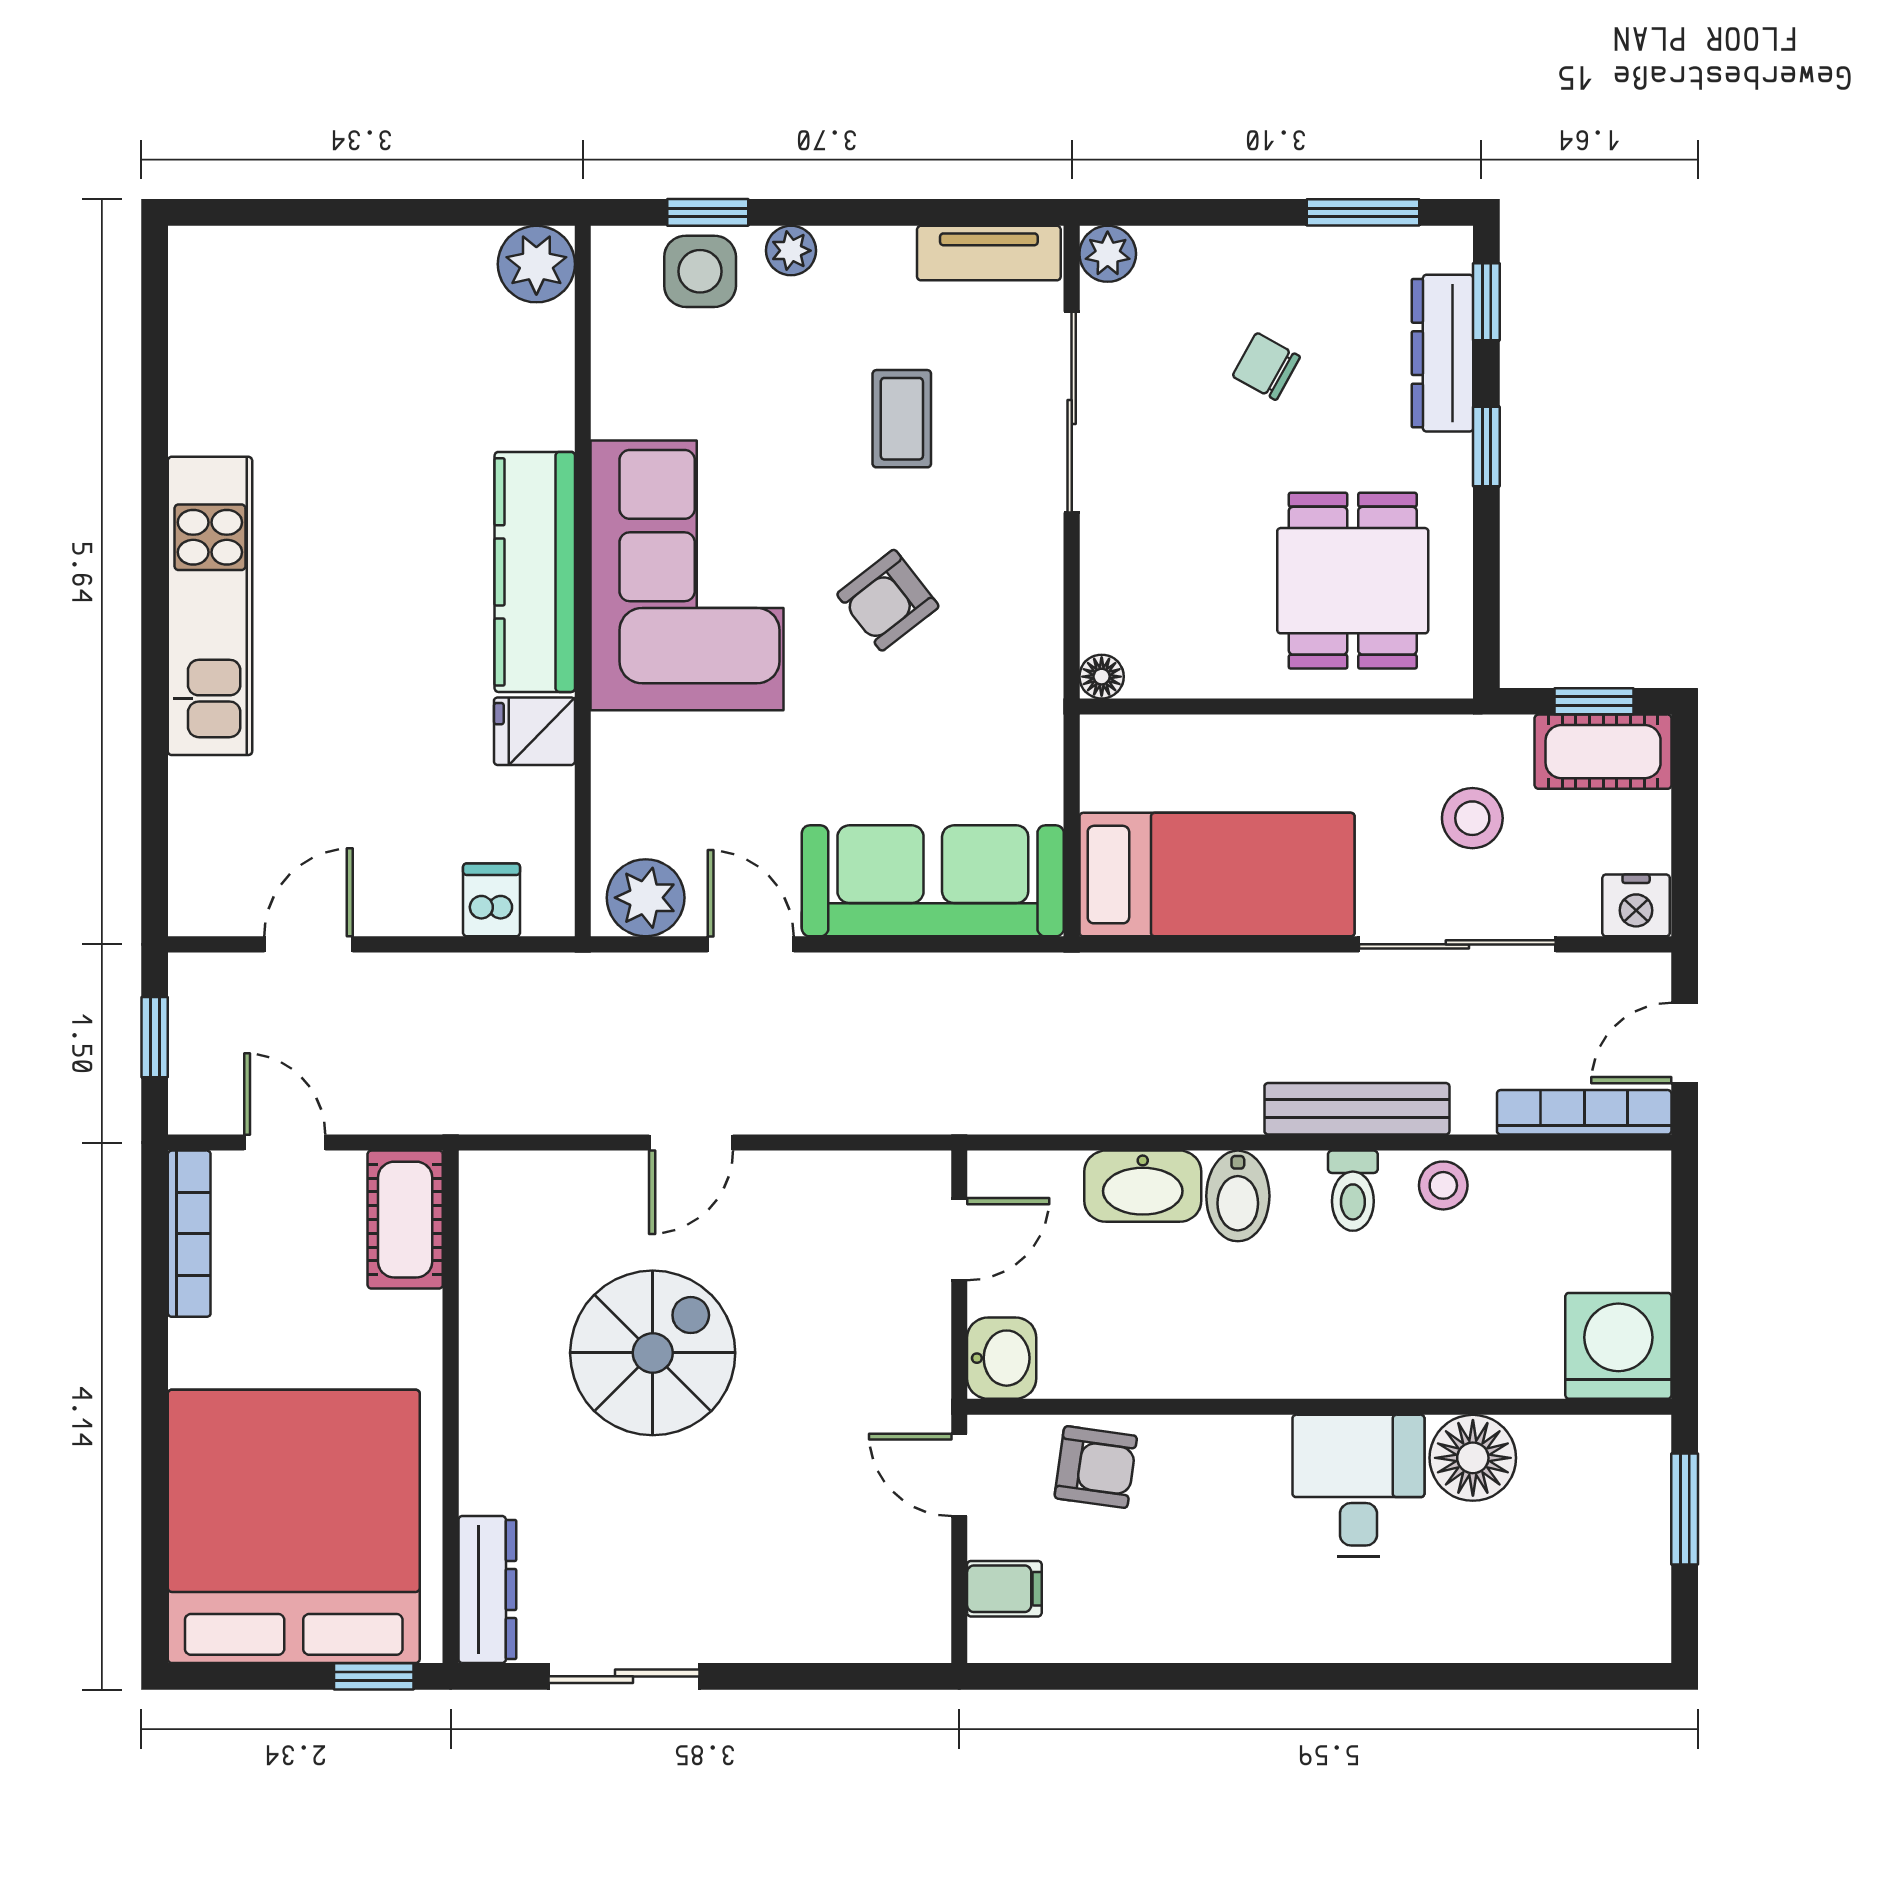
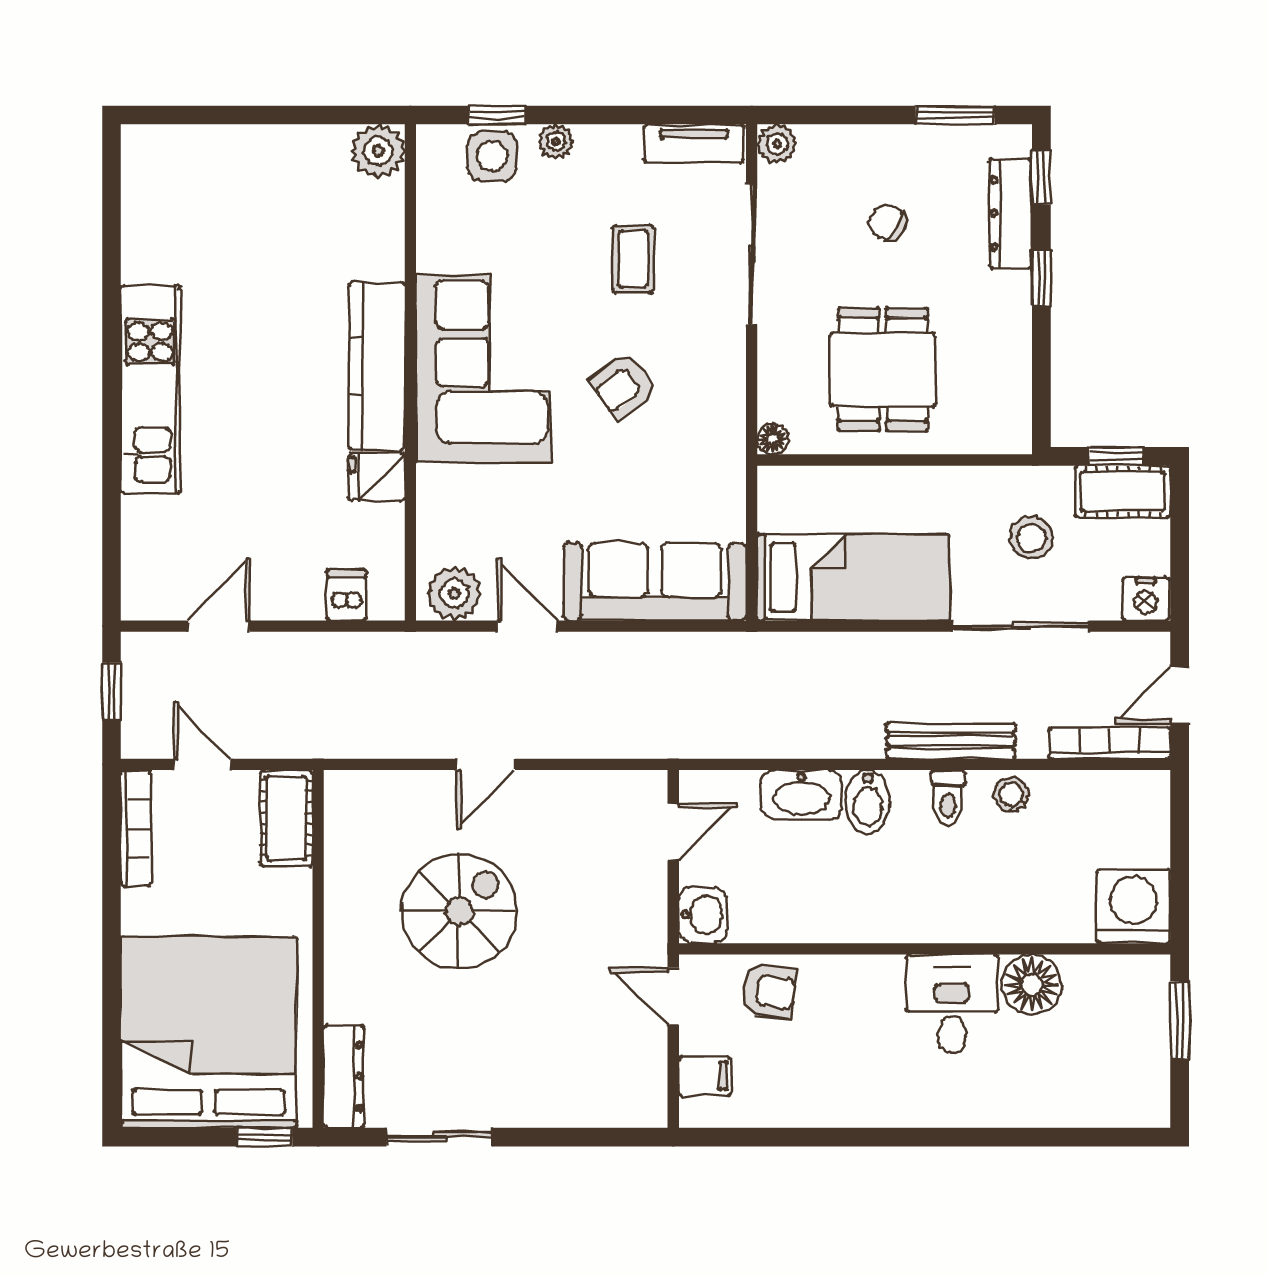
dining table: (1353, 581) -> (883, 369), moved

